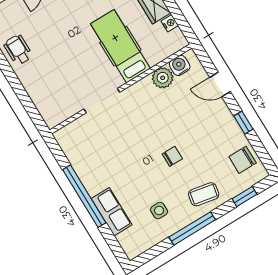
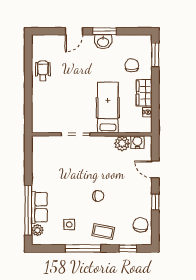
chair: (243, 160) -> (141, 225), turned 96
window: (84, 196) -> (28, 210), moved
plant: (126, 240) -> (37, 230), added

